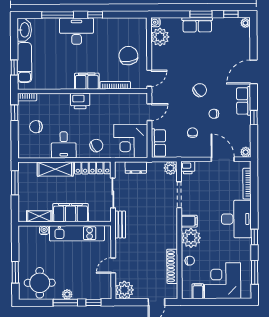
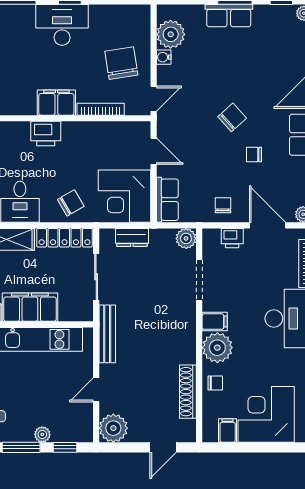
water cooler: (155, 22) -> (164, 57), moved
desk: (77, 31) -> (62, 25), moved
door: (149, 112) -> (154, 151), hinge flipped
chair: (193, 133) -> (223, 205), moved
printer: (188, 168) -> (232, 238), moved
bench: (120, 224) -> (107, 334), width x1.36
plant: (67, 294) -> (42, 434), moved

